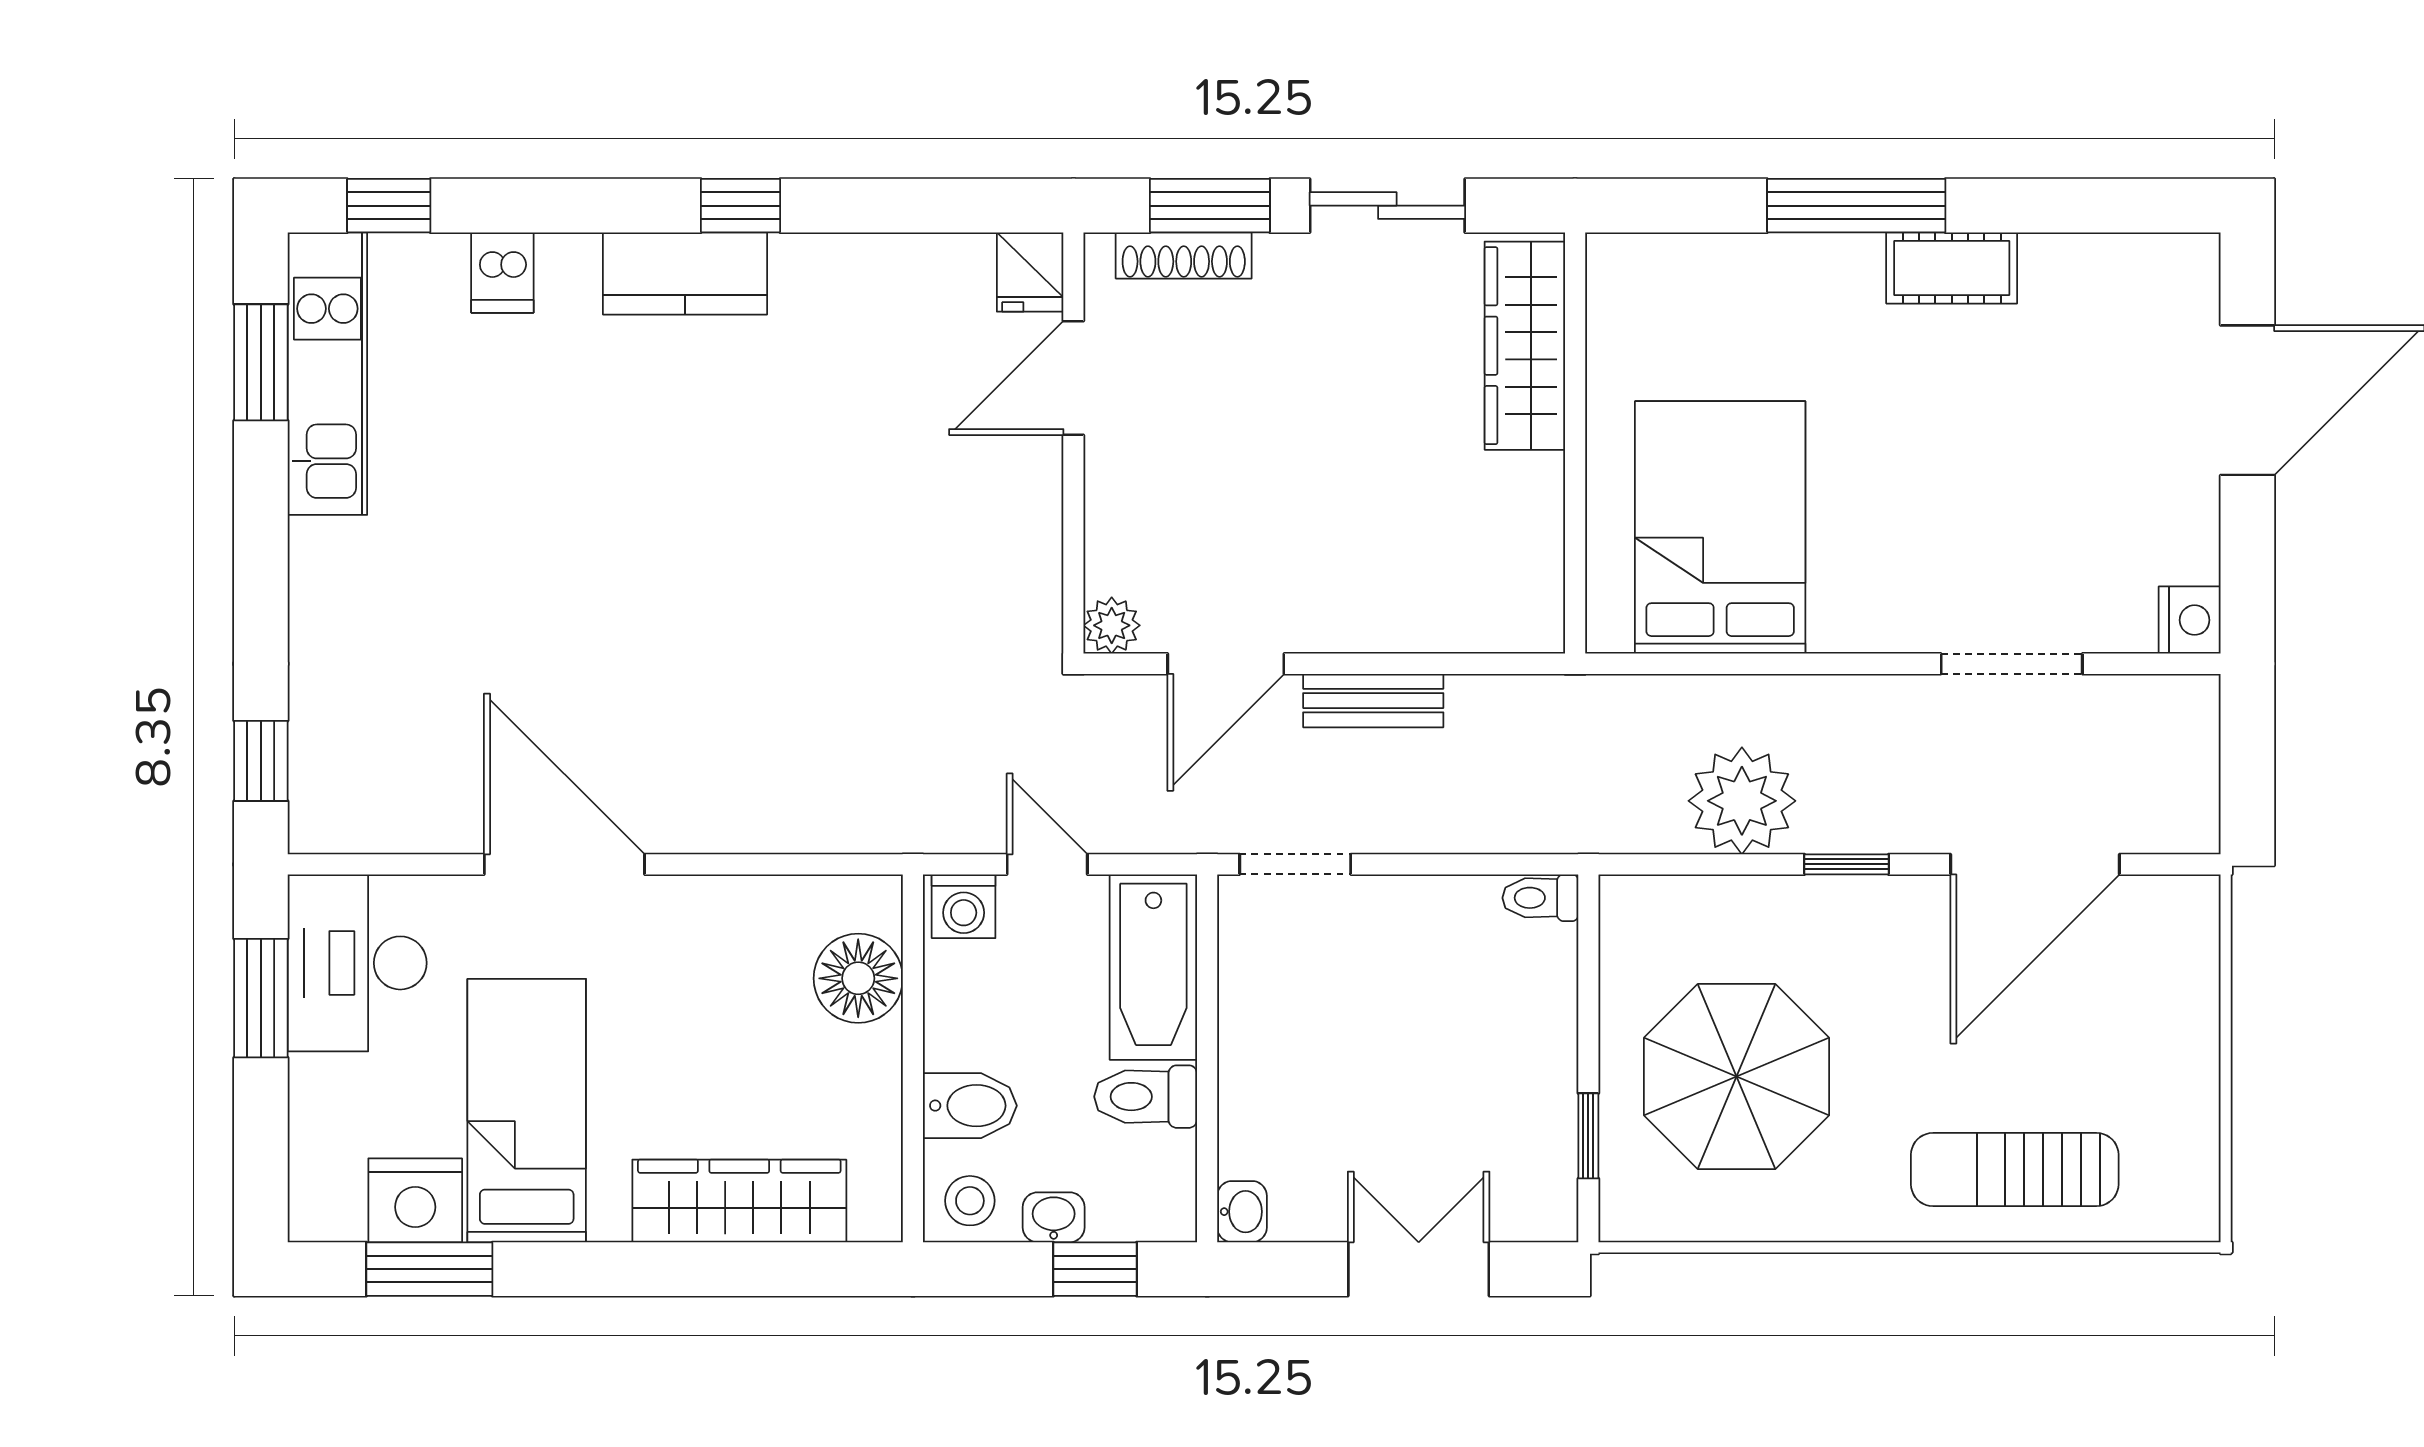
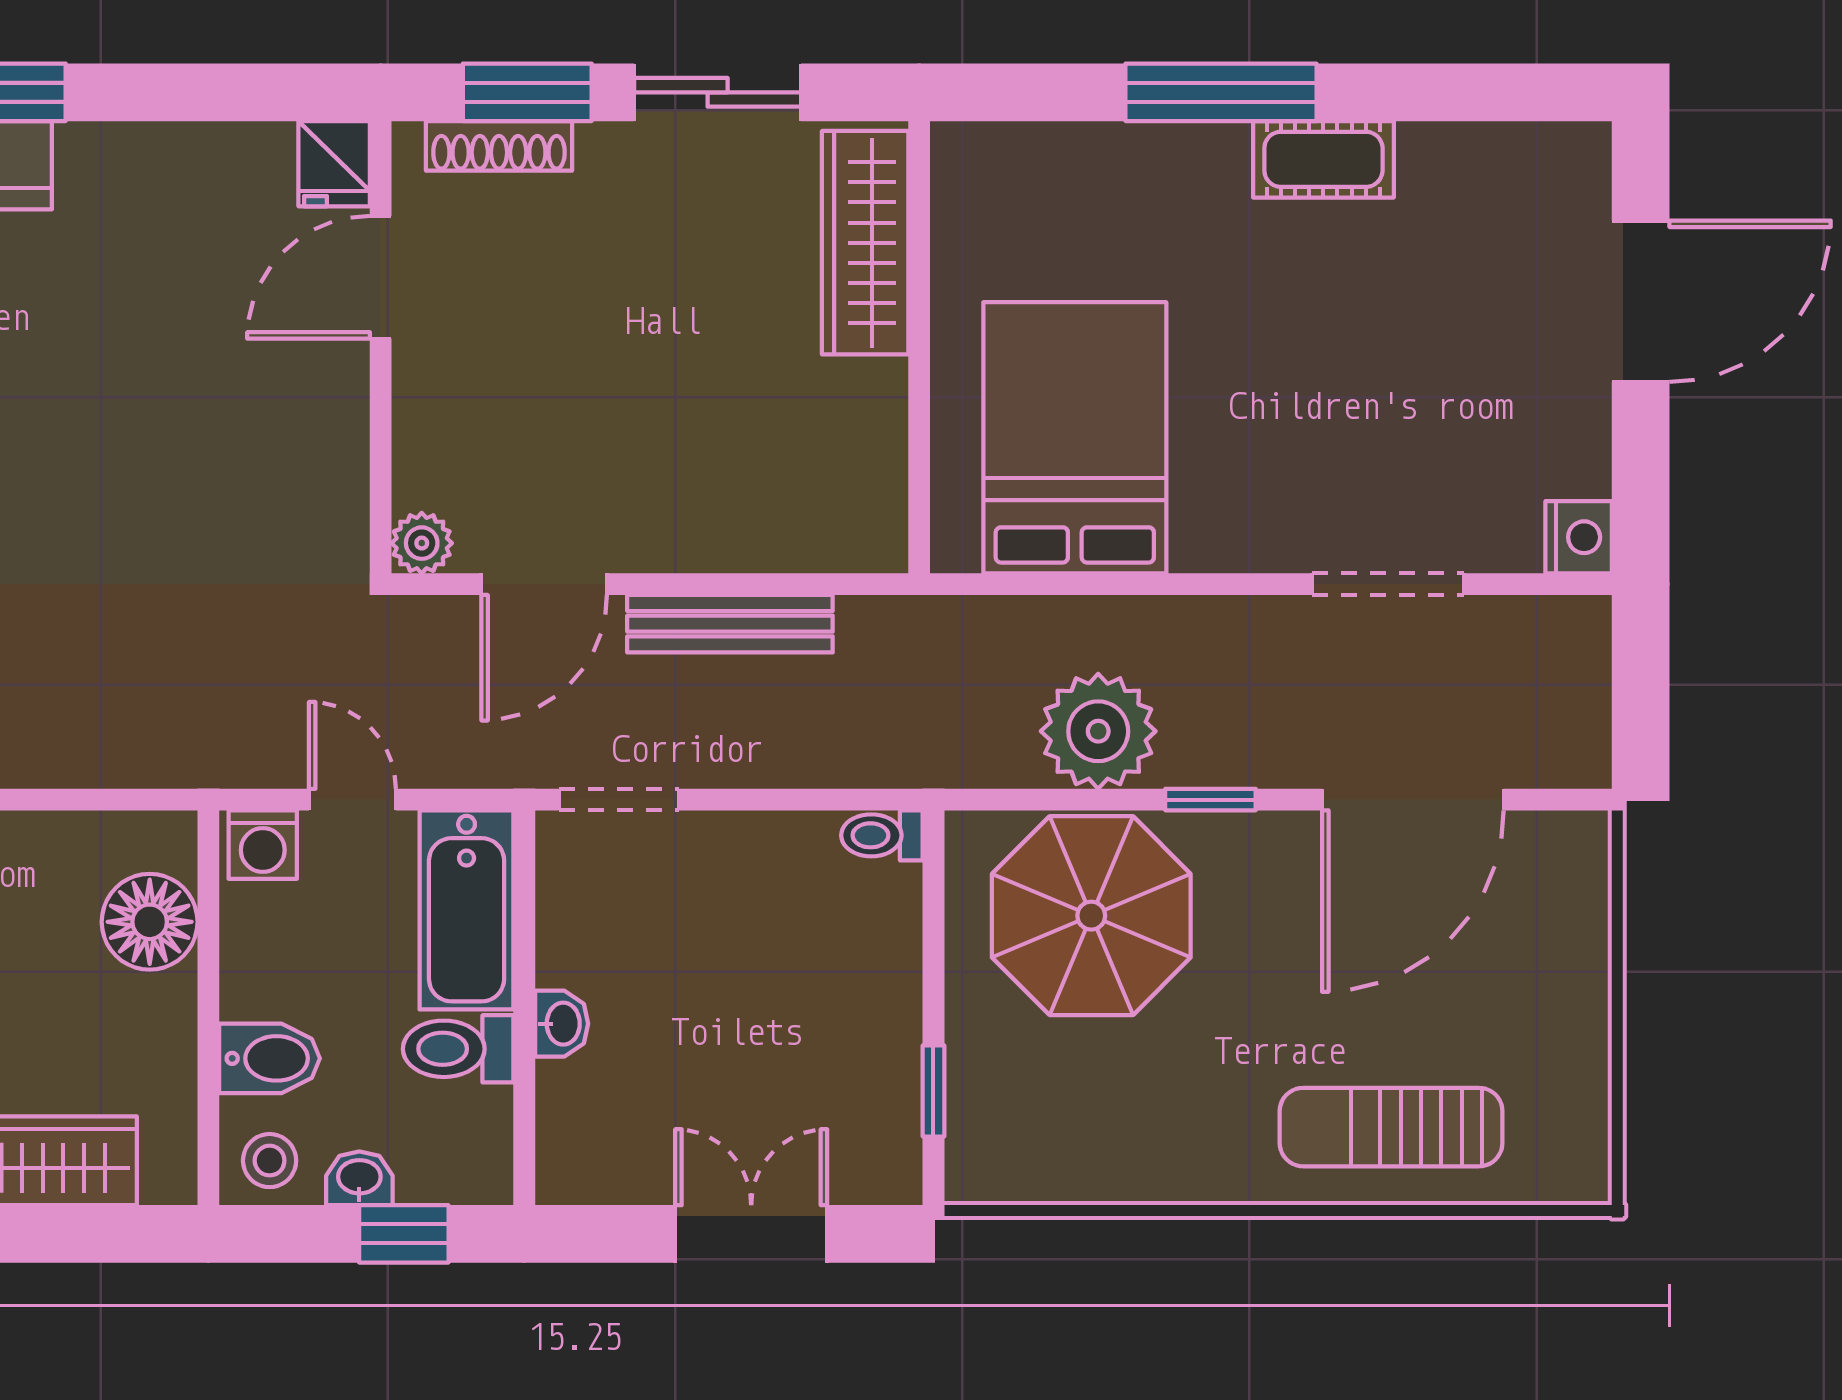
bench: (1373, 701) -> (730, 624), width x1.36
parasol: (1737, 1077) -> (1091, 916), moved
washbasin: (1242, 1212) -> (562, 1024), moved

